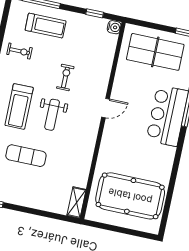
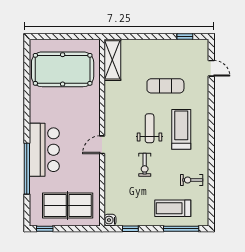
shelving: (76, 202) -> (112, 60), width x1.50, depth x1.33

